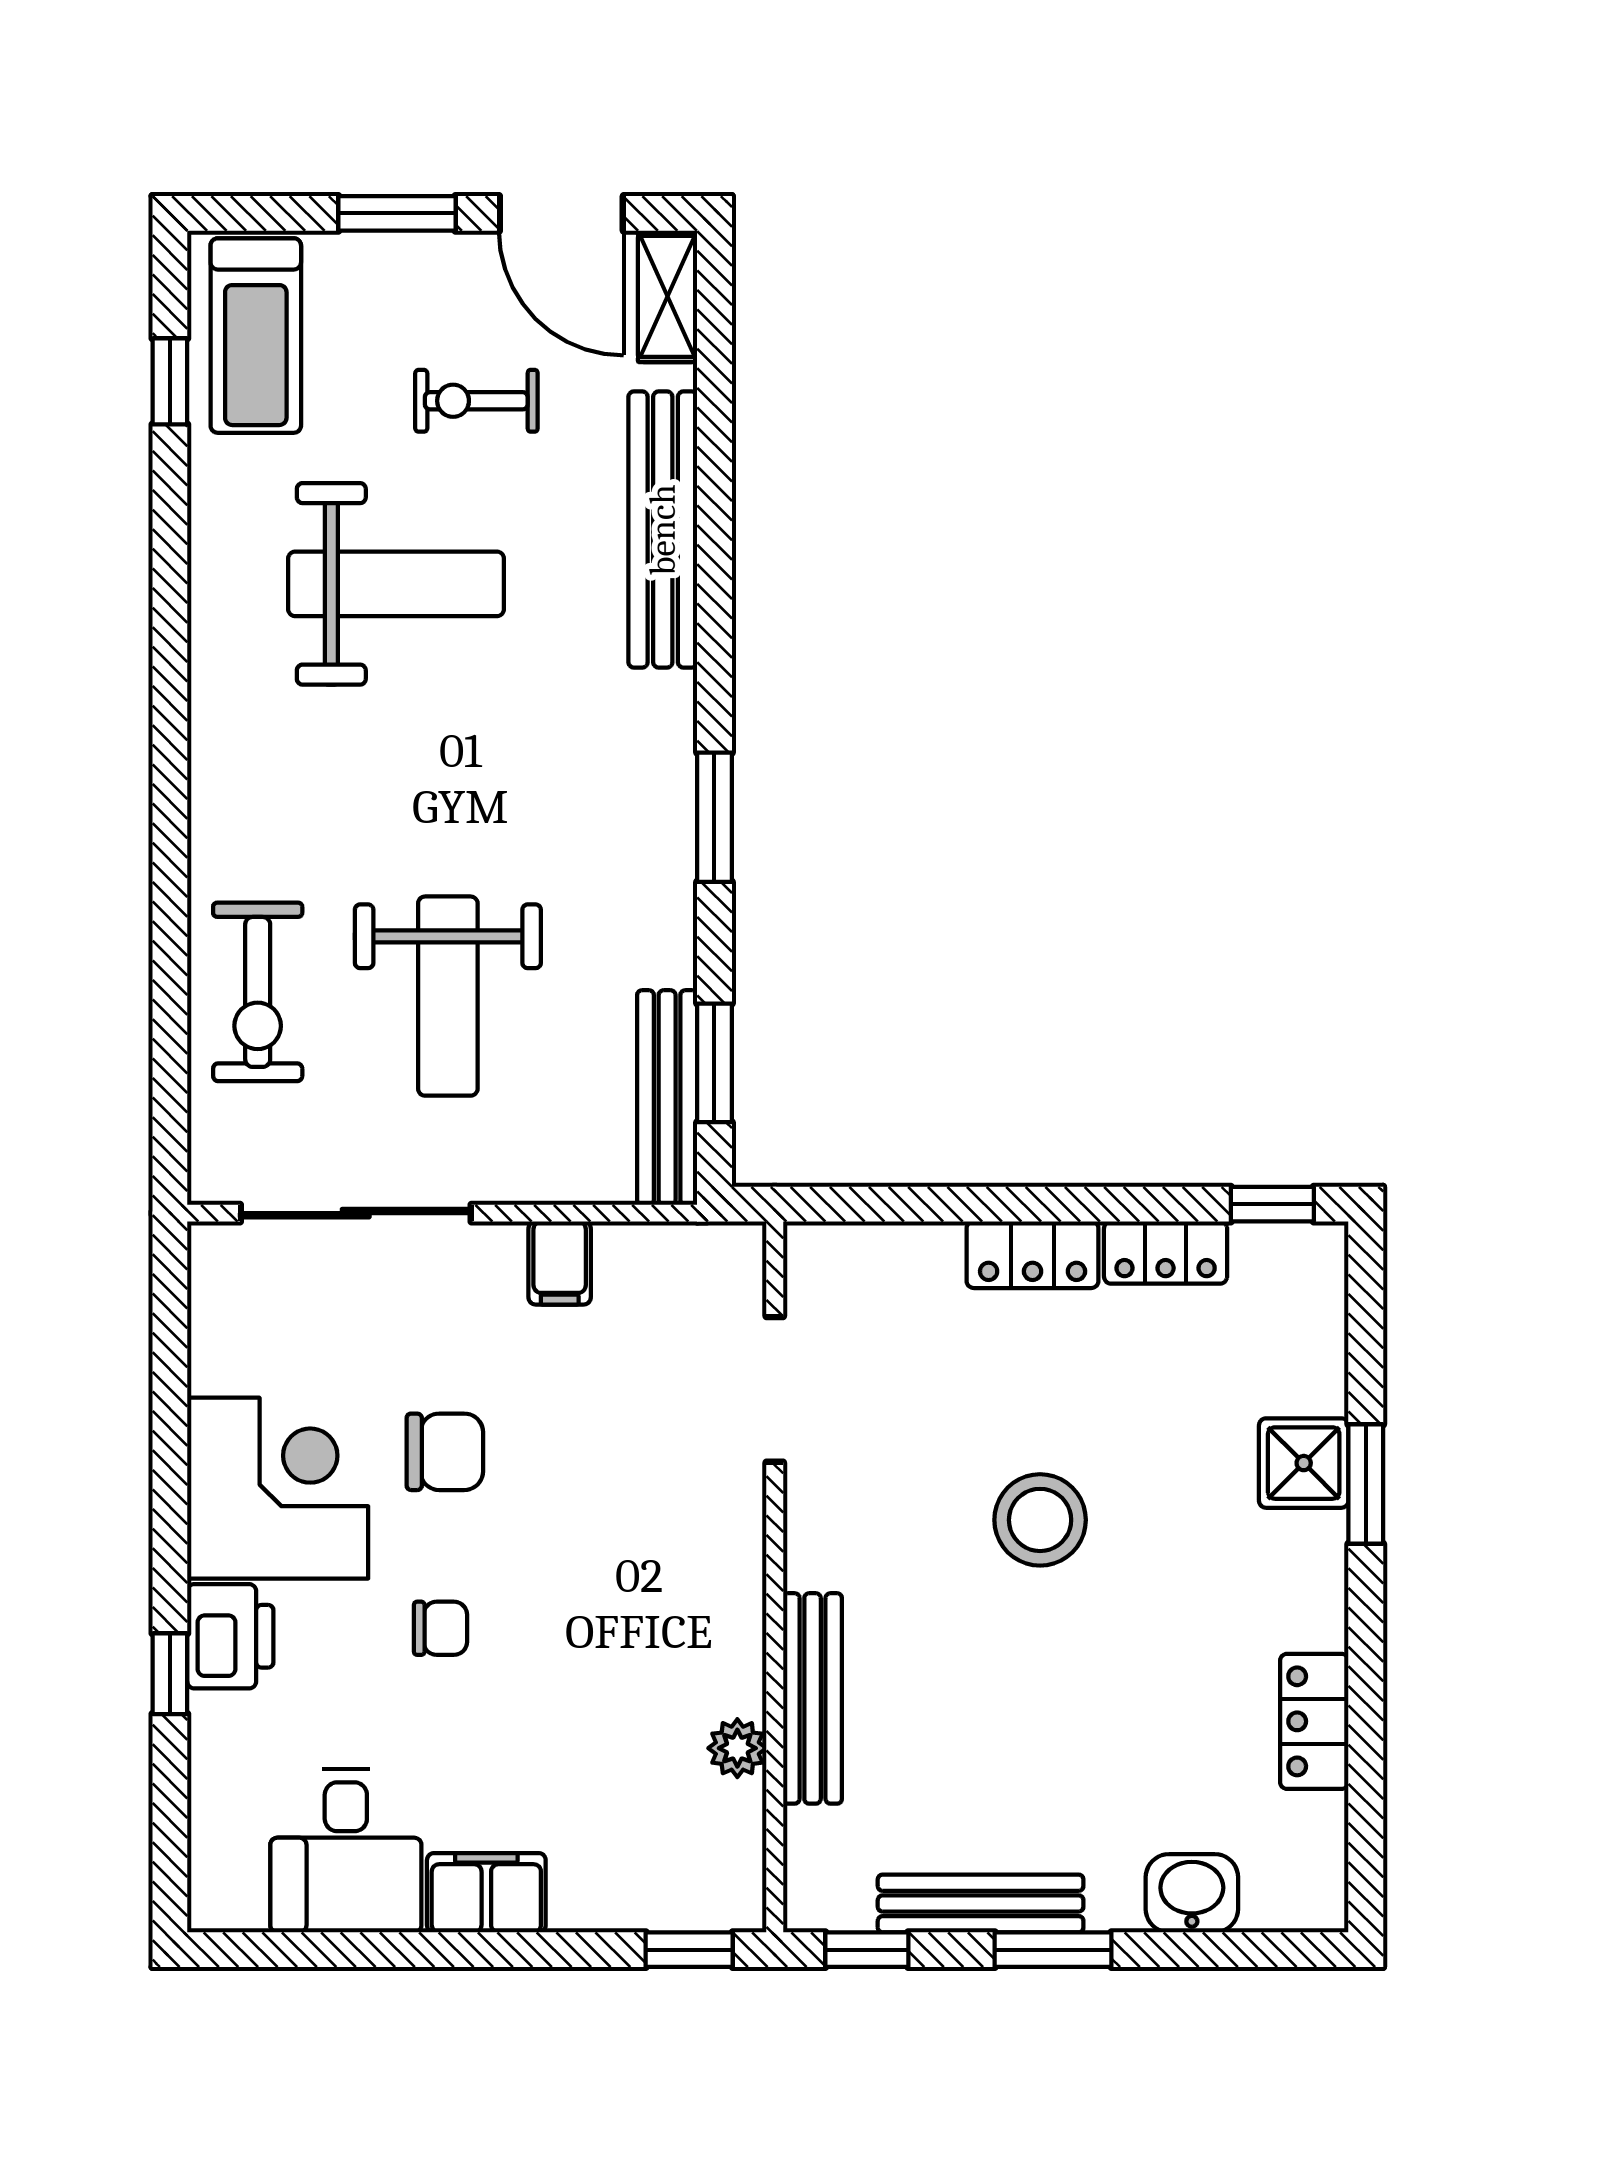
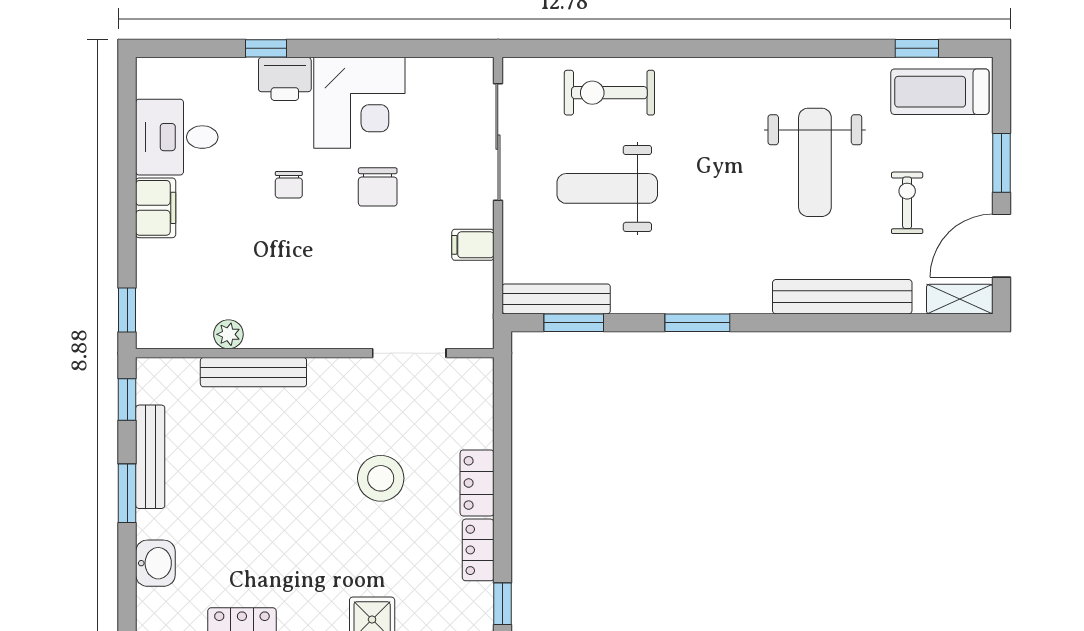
stool: (1040, 1520) -> (381, 478), moved

